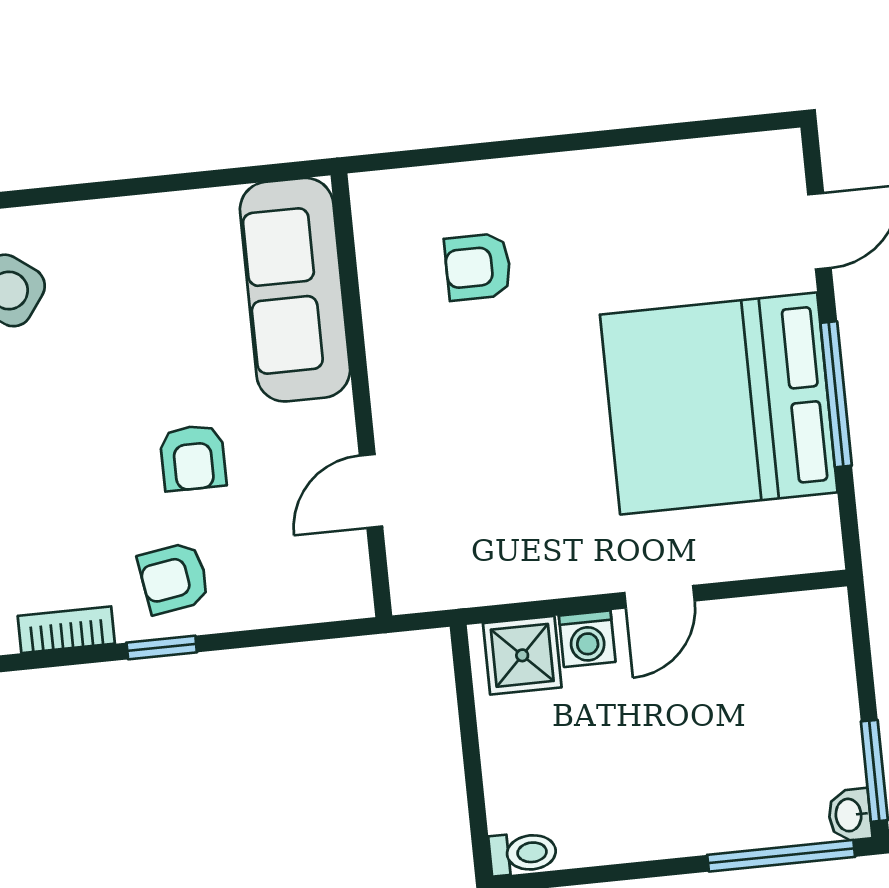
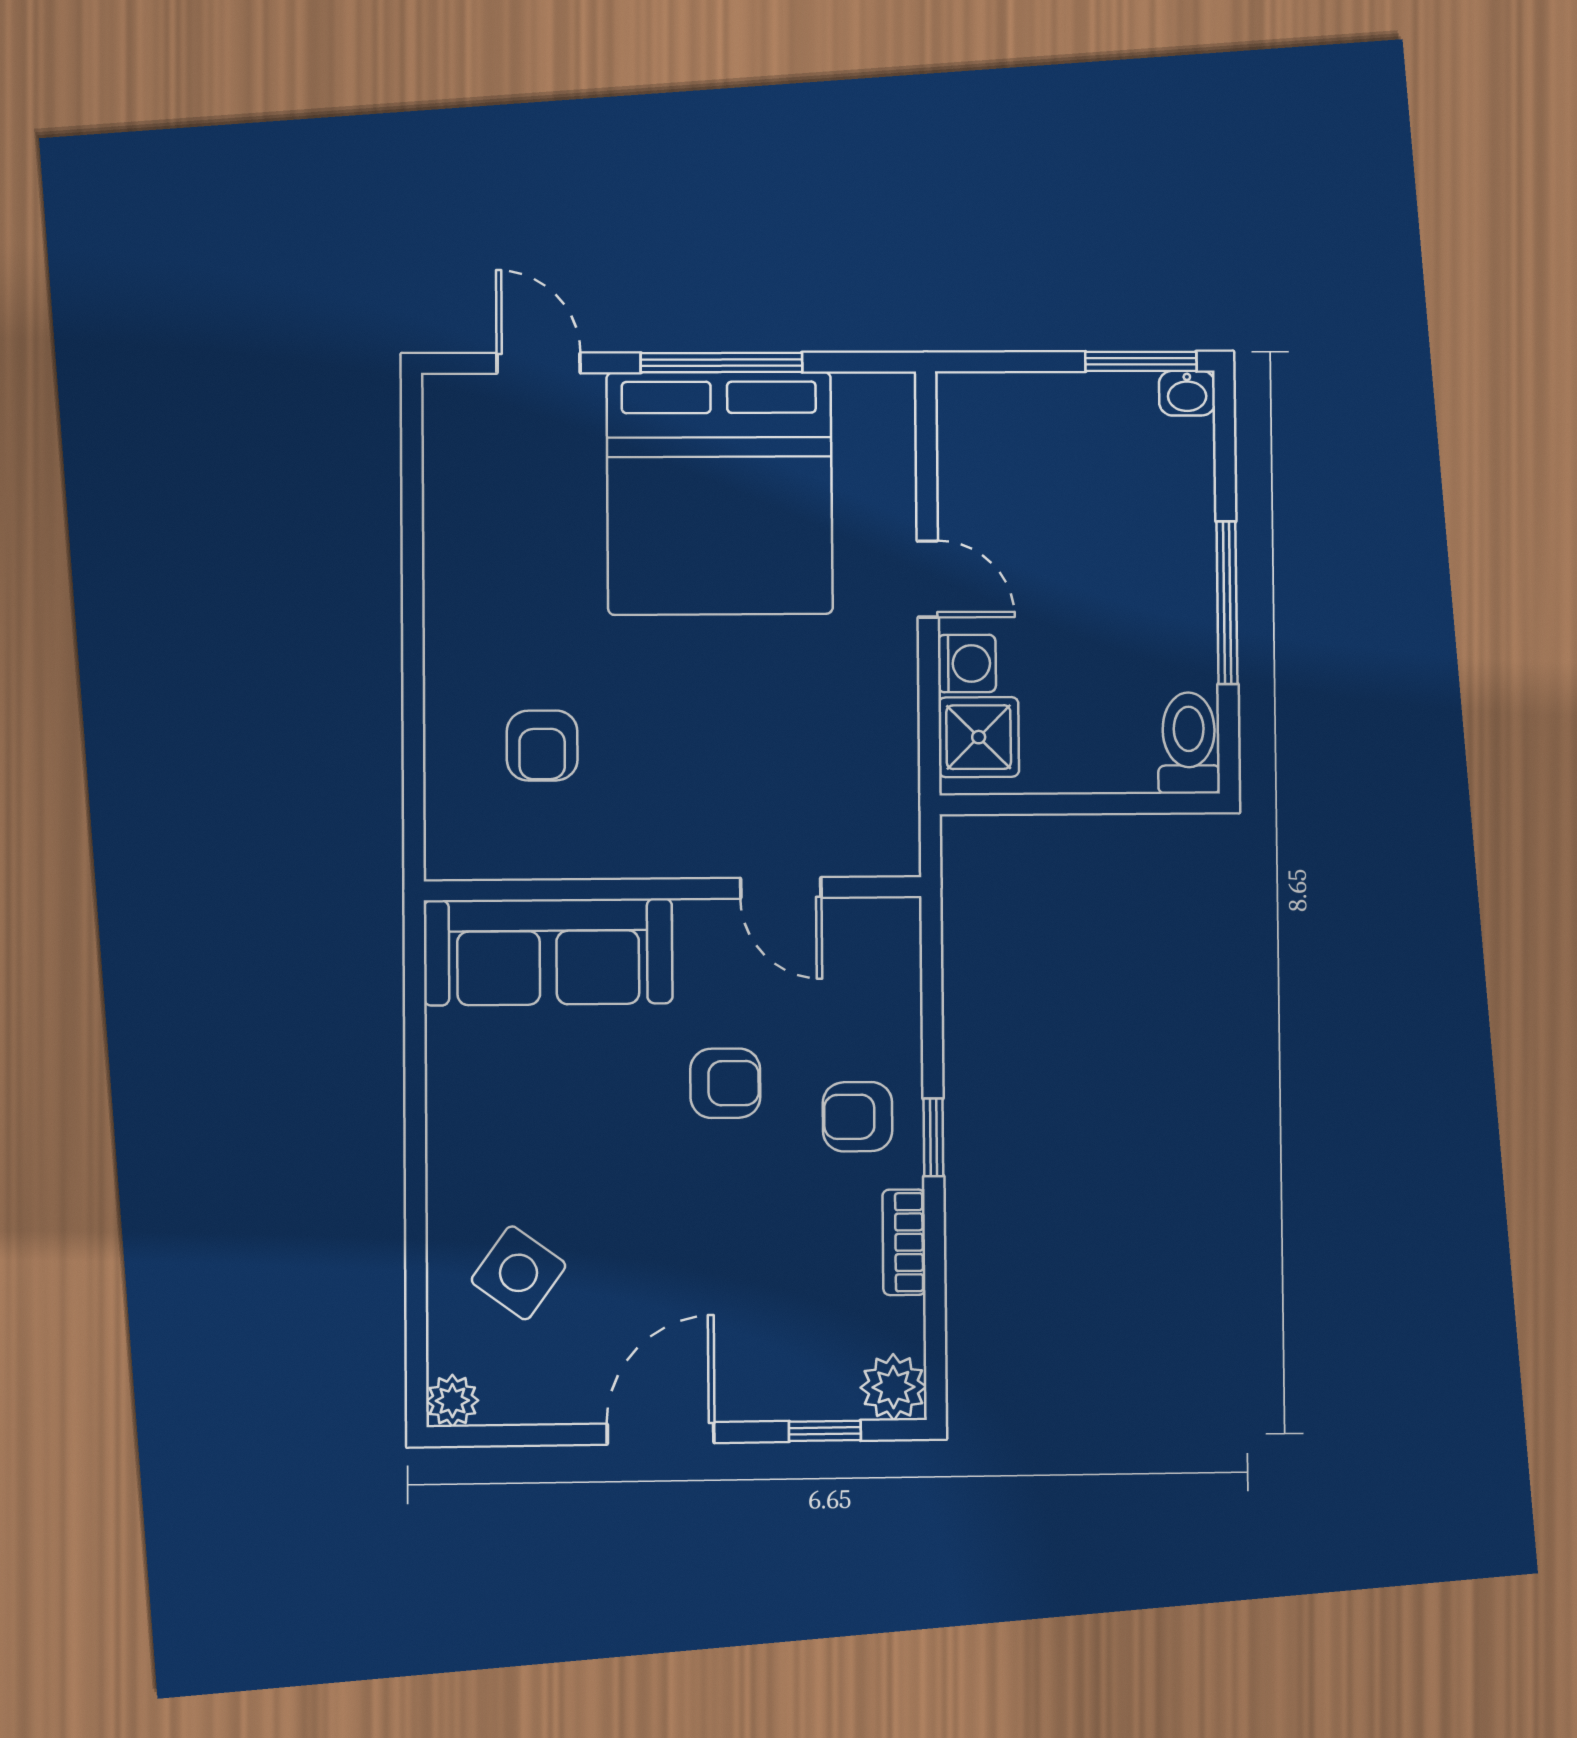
armchair: (174, 578) -> (858, 1117), turned 99
toilet: (523, 853) -> (1189, 743), width x1.37, depth x1.39
window: (781, 856) -> (1227, 603), moved

